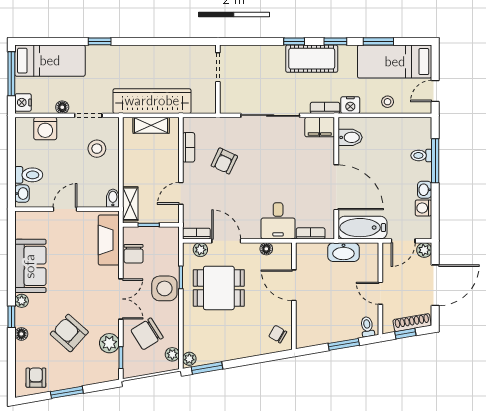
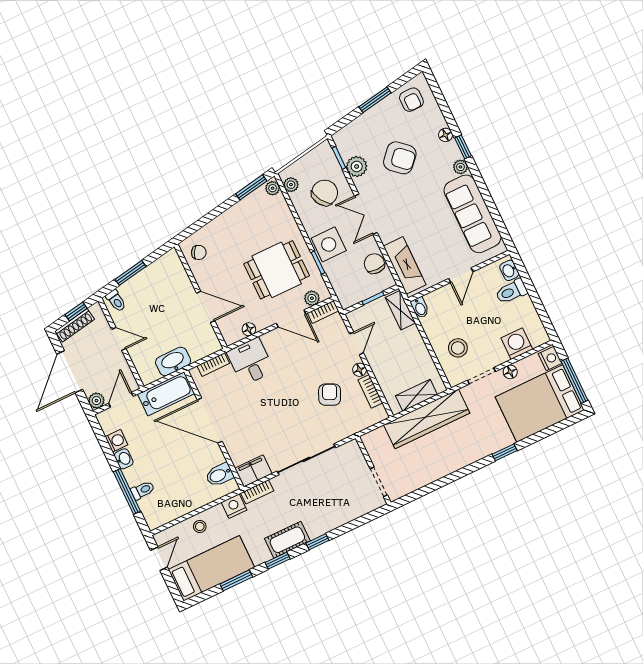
cot: (312, 59) -> (287, 540), width x0.73, depth x0.75
bed: (50, 61) -> (540, 403), width x1.50
floor lamp: (189, 170) -> (360, 370), added
sofa: (30, 266) -> (472, 214), width x1.36

